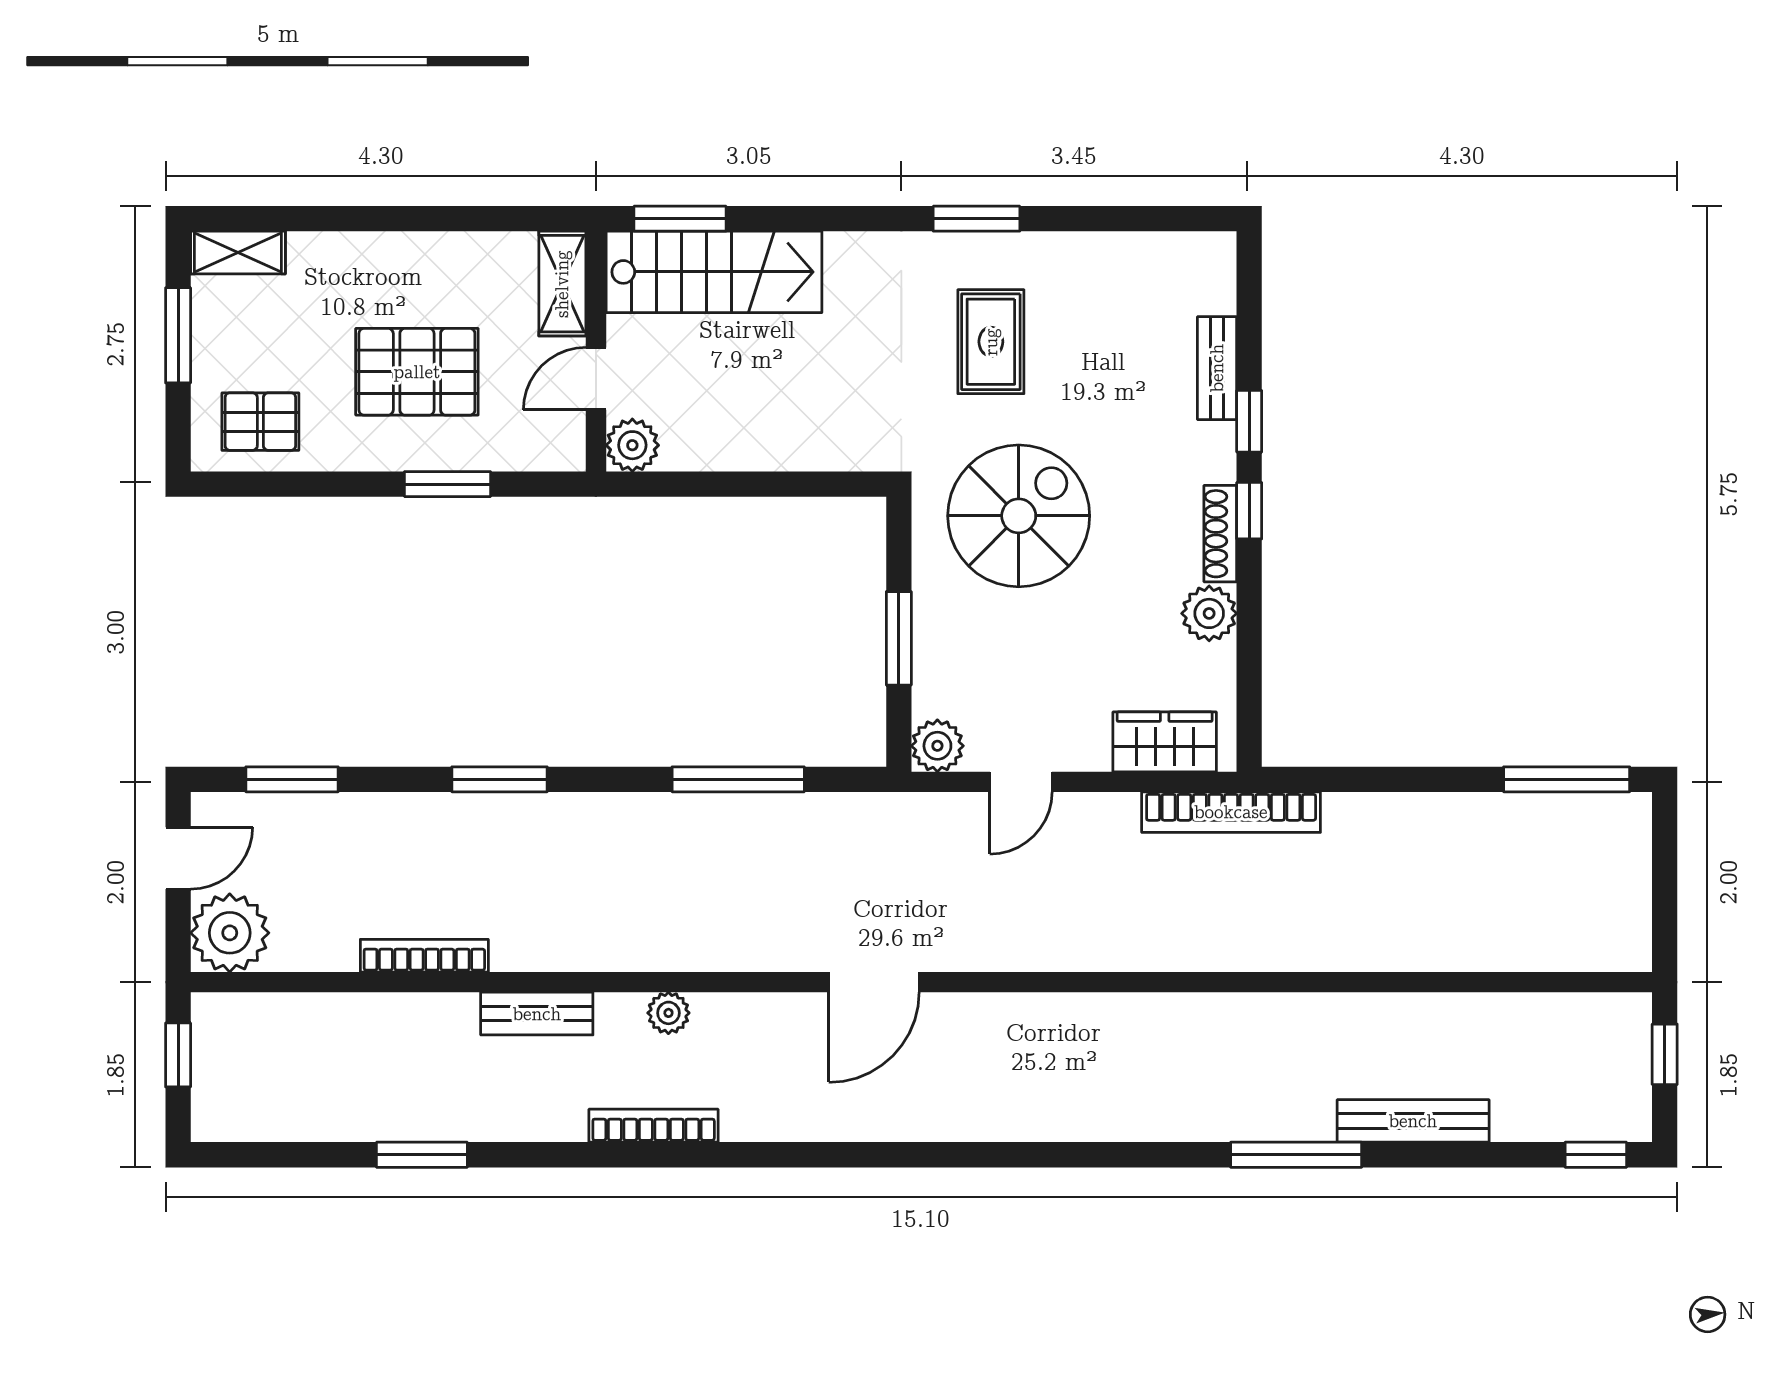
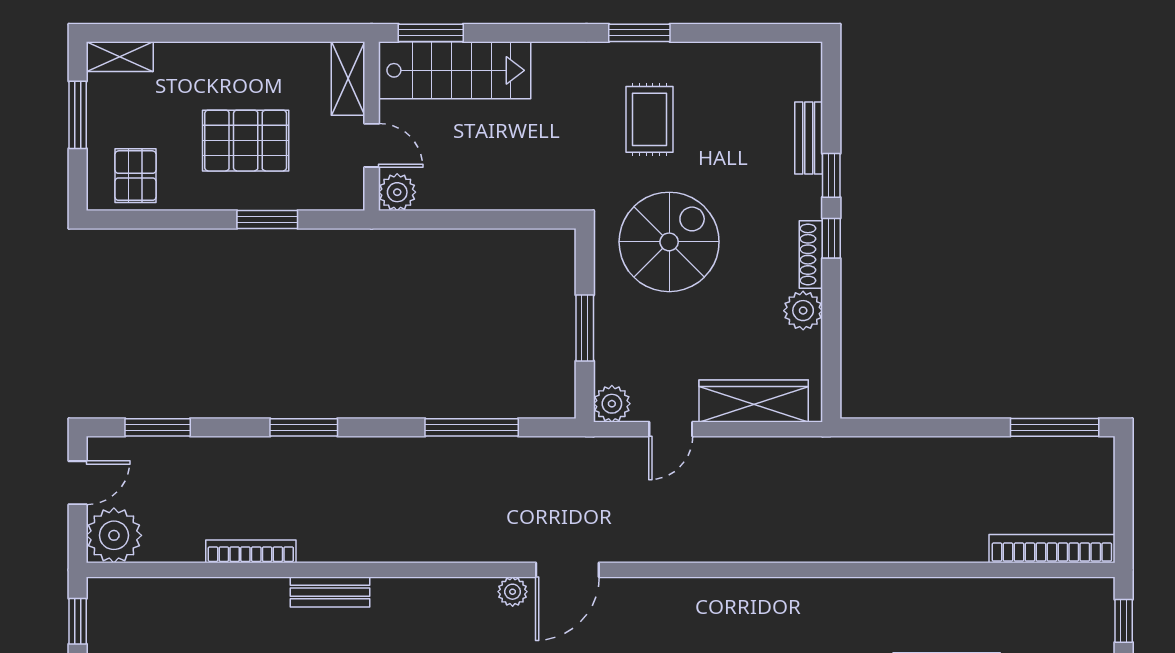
door: (596, 379) -> (372, 145), swing flipped
pallet: (260, 422) -> (135, 176), turned 90
wardrobe: (1165, 742) -> (754, 401), width x1.50
bookcase: (1231, 812) -> (1052, 549), moved, turned 180
plant: (668, 1013) -> (513, 592), moved

